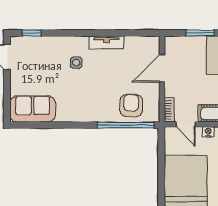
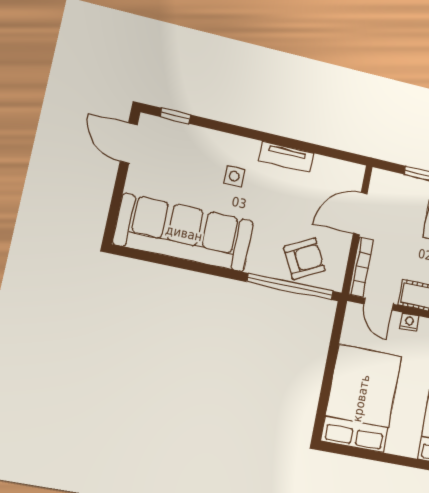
armchair: (131, 106) -> (304, 259), turned 62
sofa: (33, 109) -> (184, 233), width x1.85, depth x1.27
bookcase: (169, 110) -> (361, 267), width x1.56

